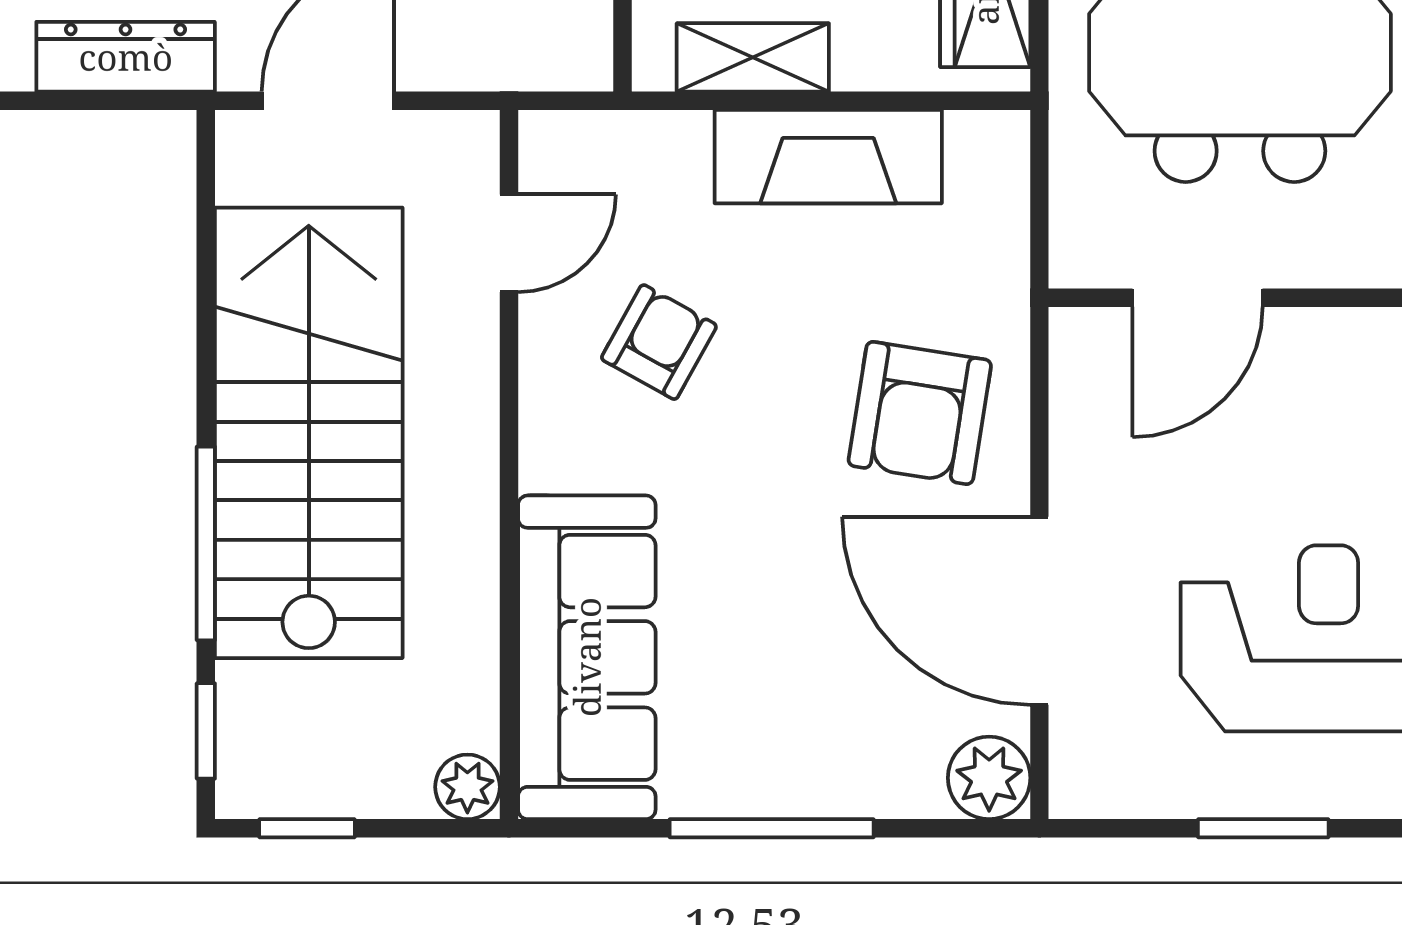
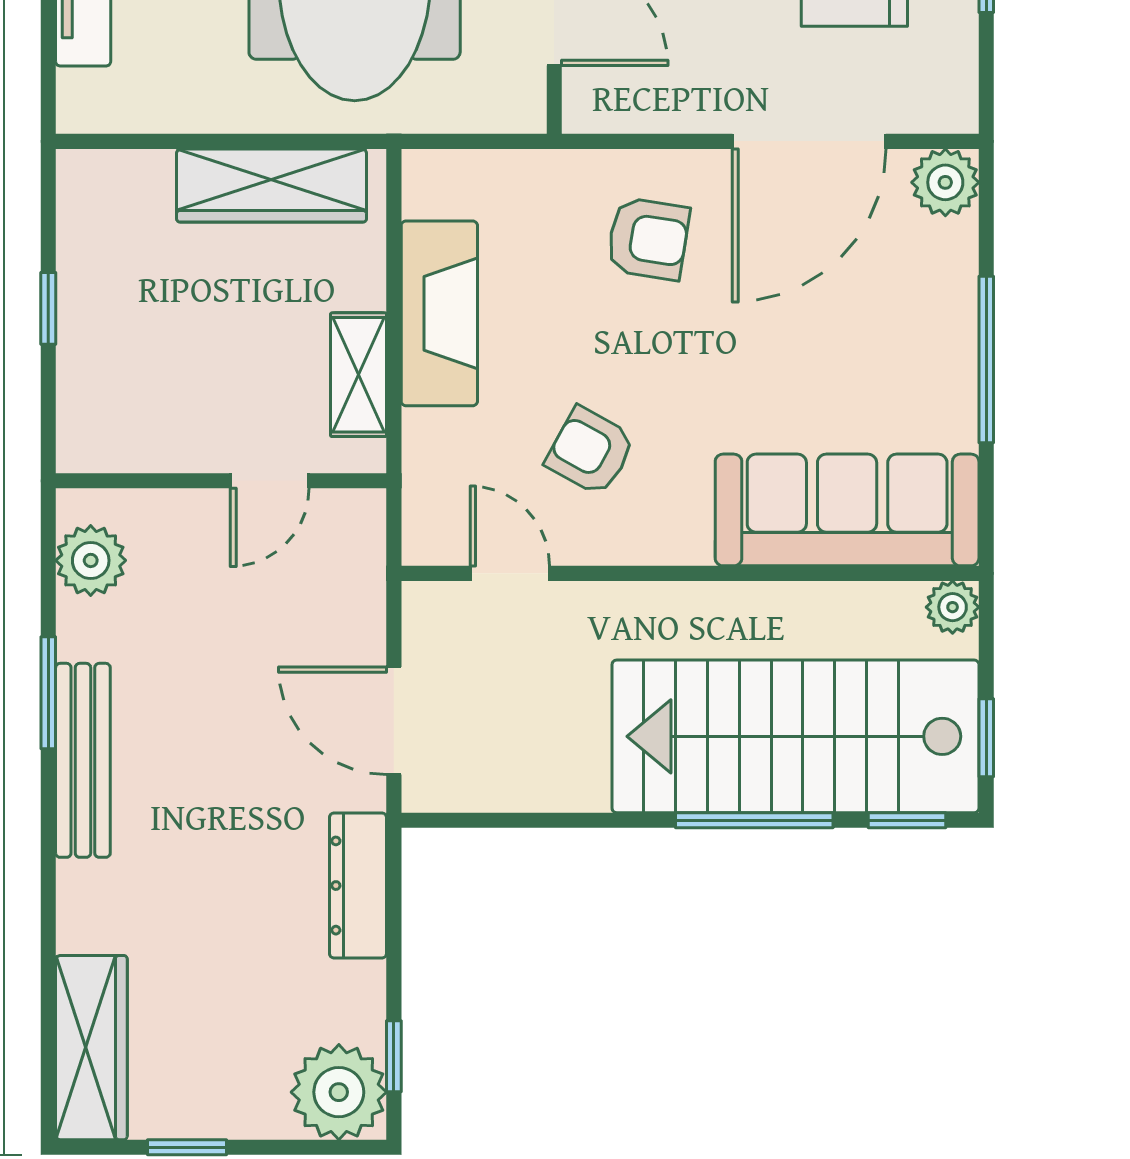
armchair: (920, 413) -> (648, 239), width x0.72, depth x0.72
stairs: (309, 433) -> (795, 736), moved

